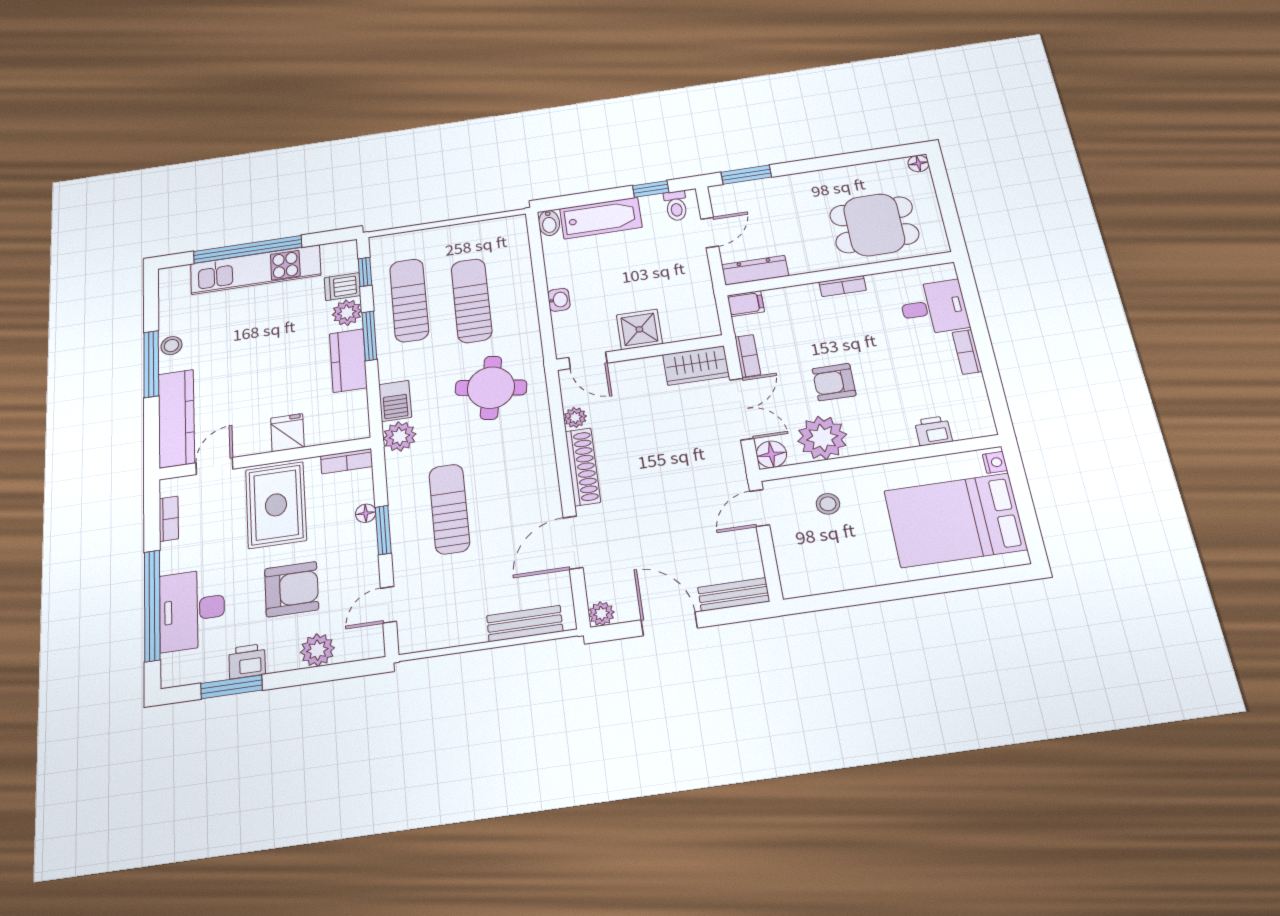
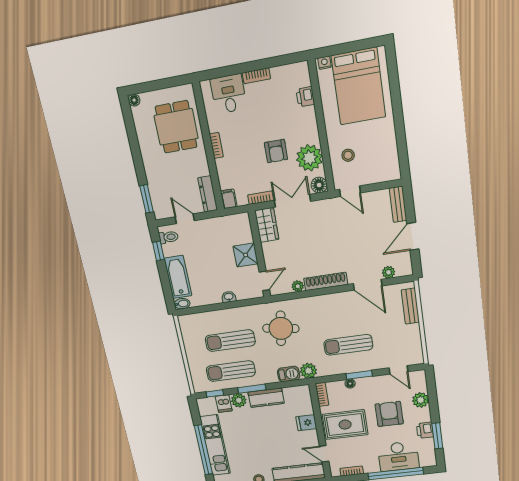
plant: (601, 614) -> (389, 272), moved

